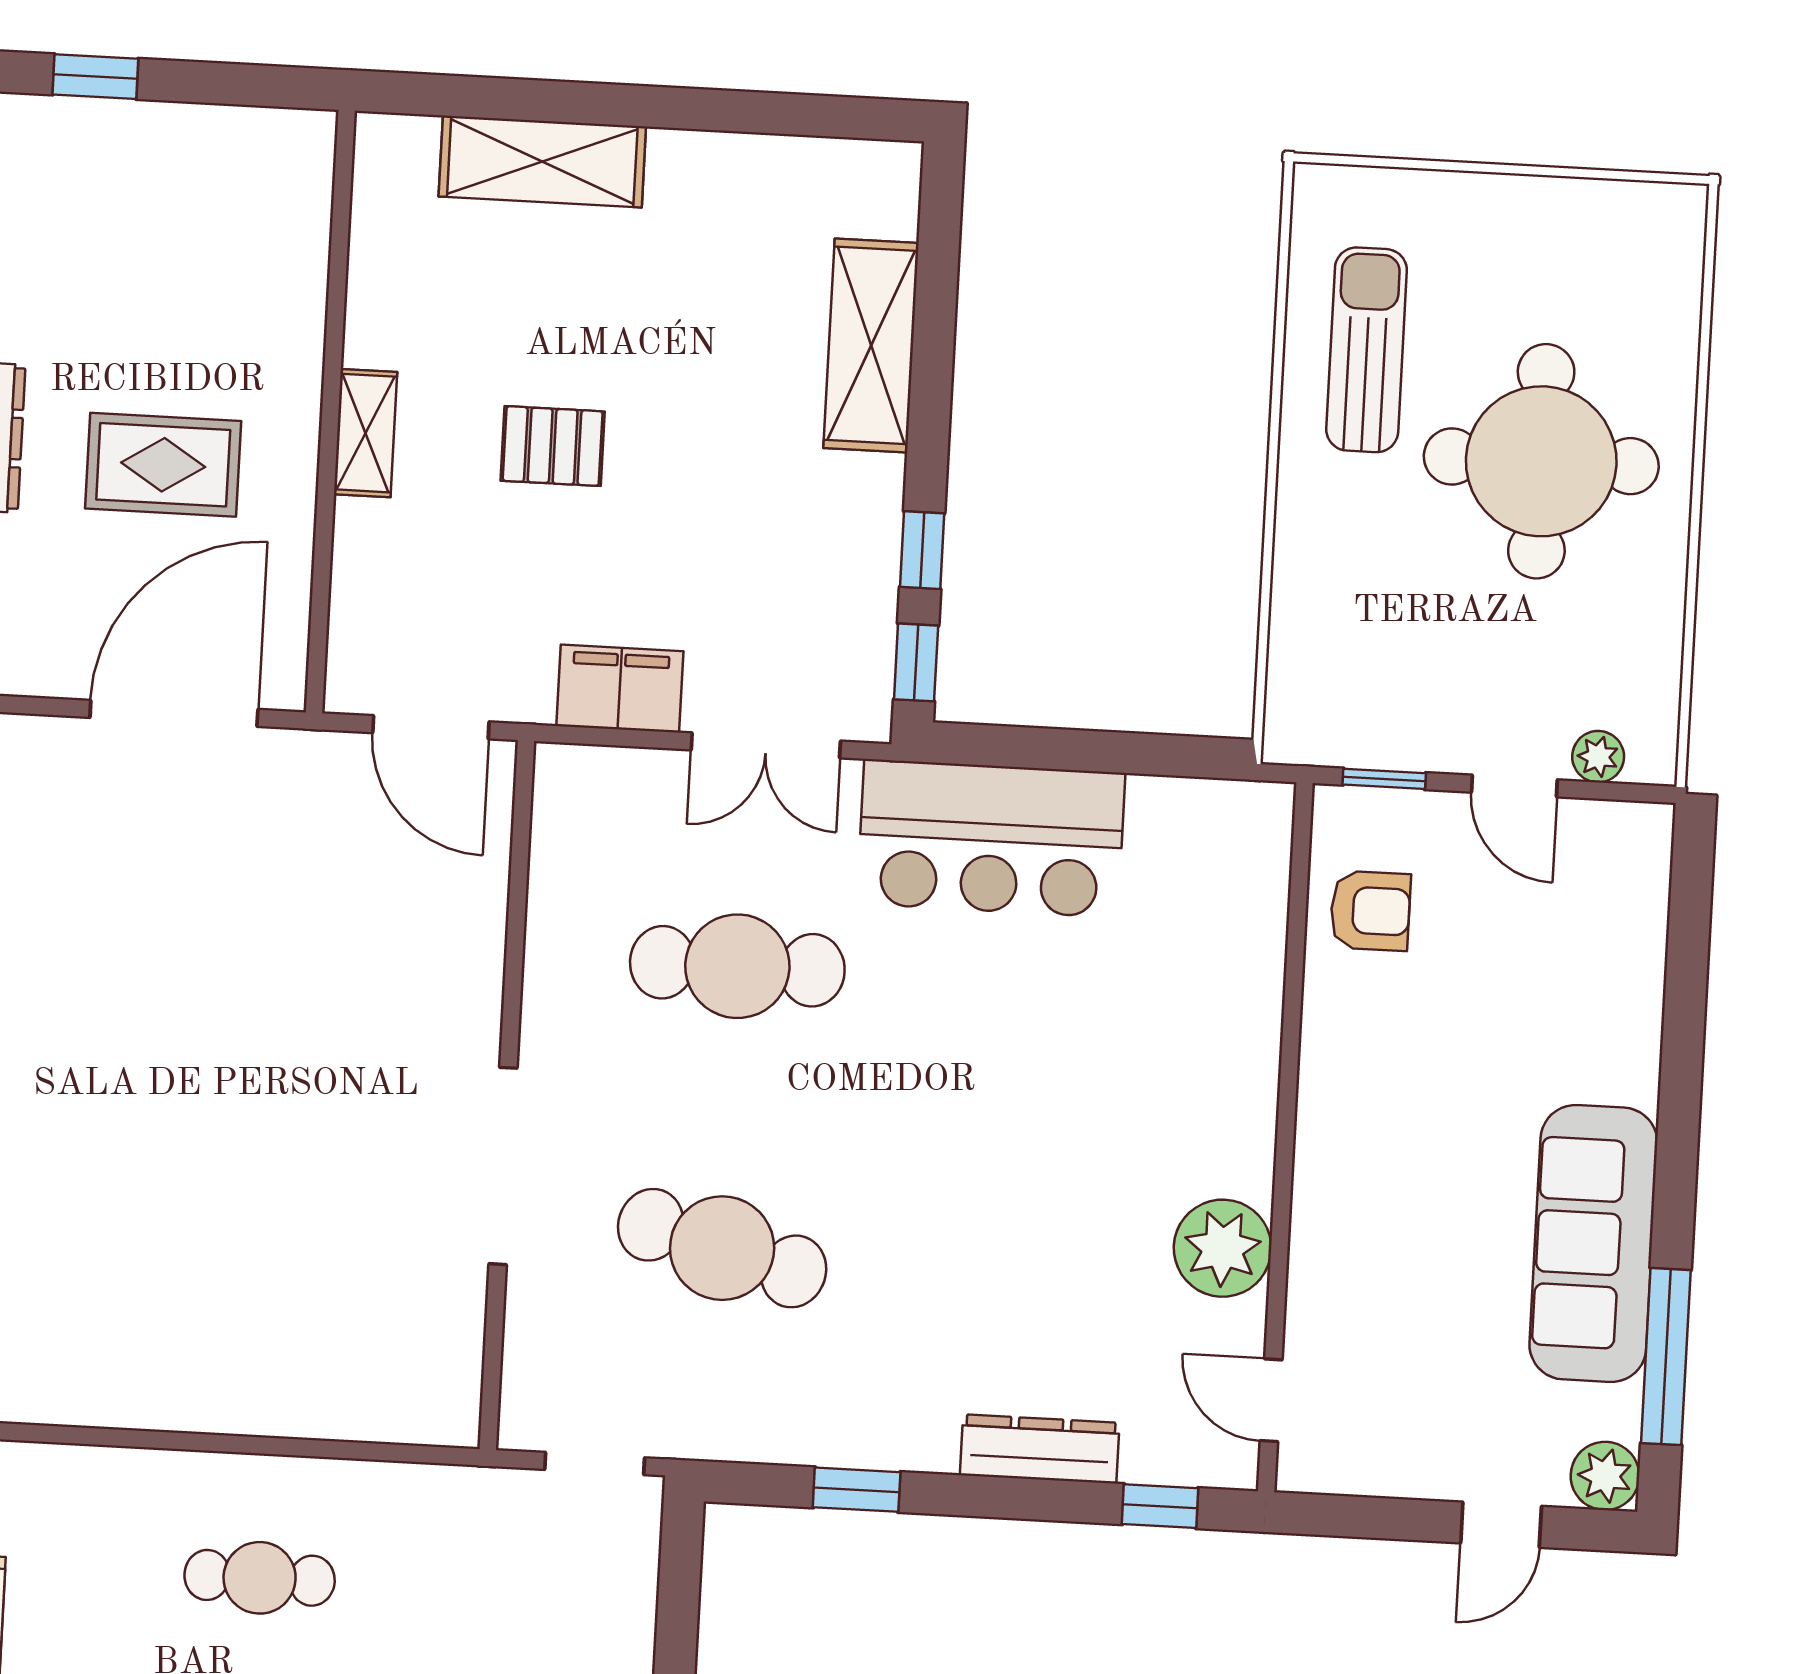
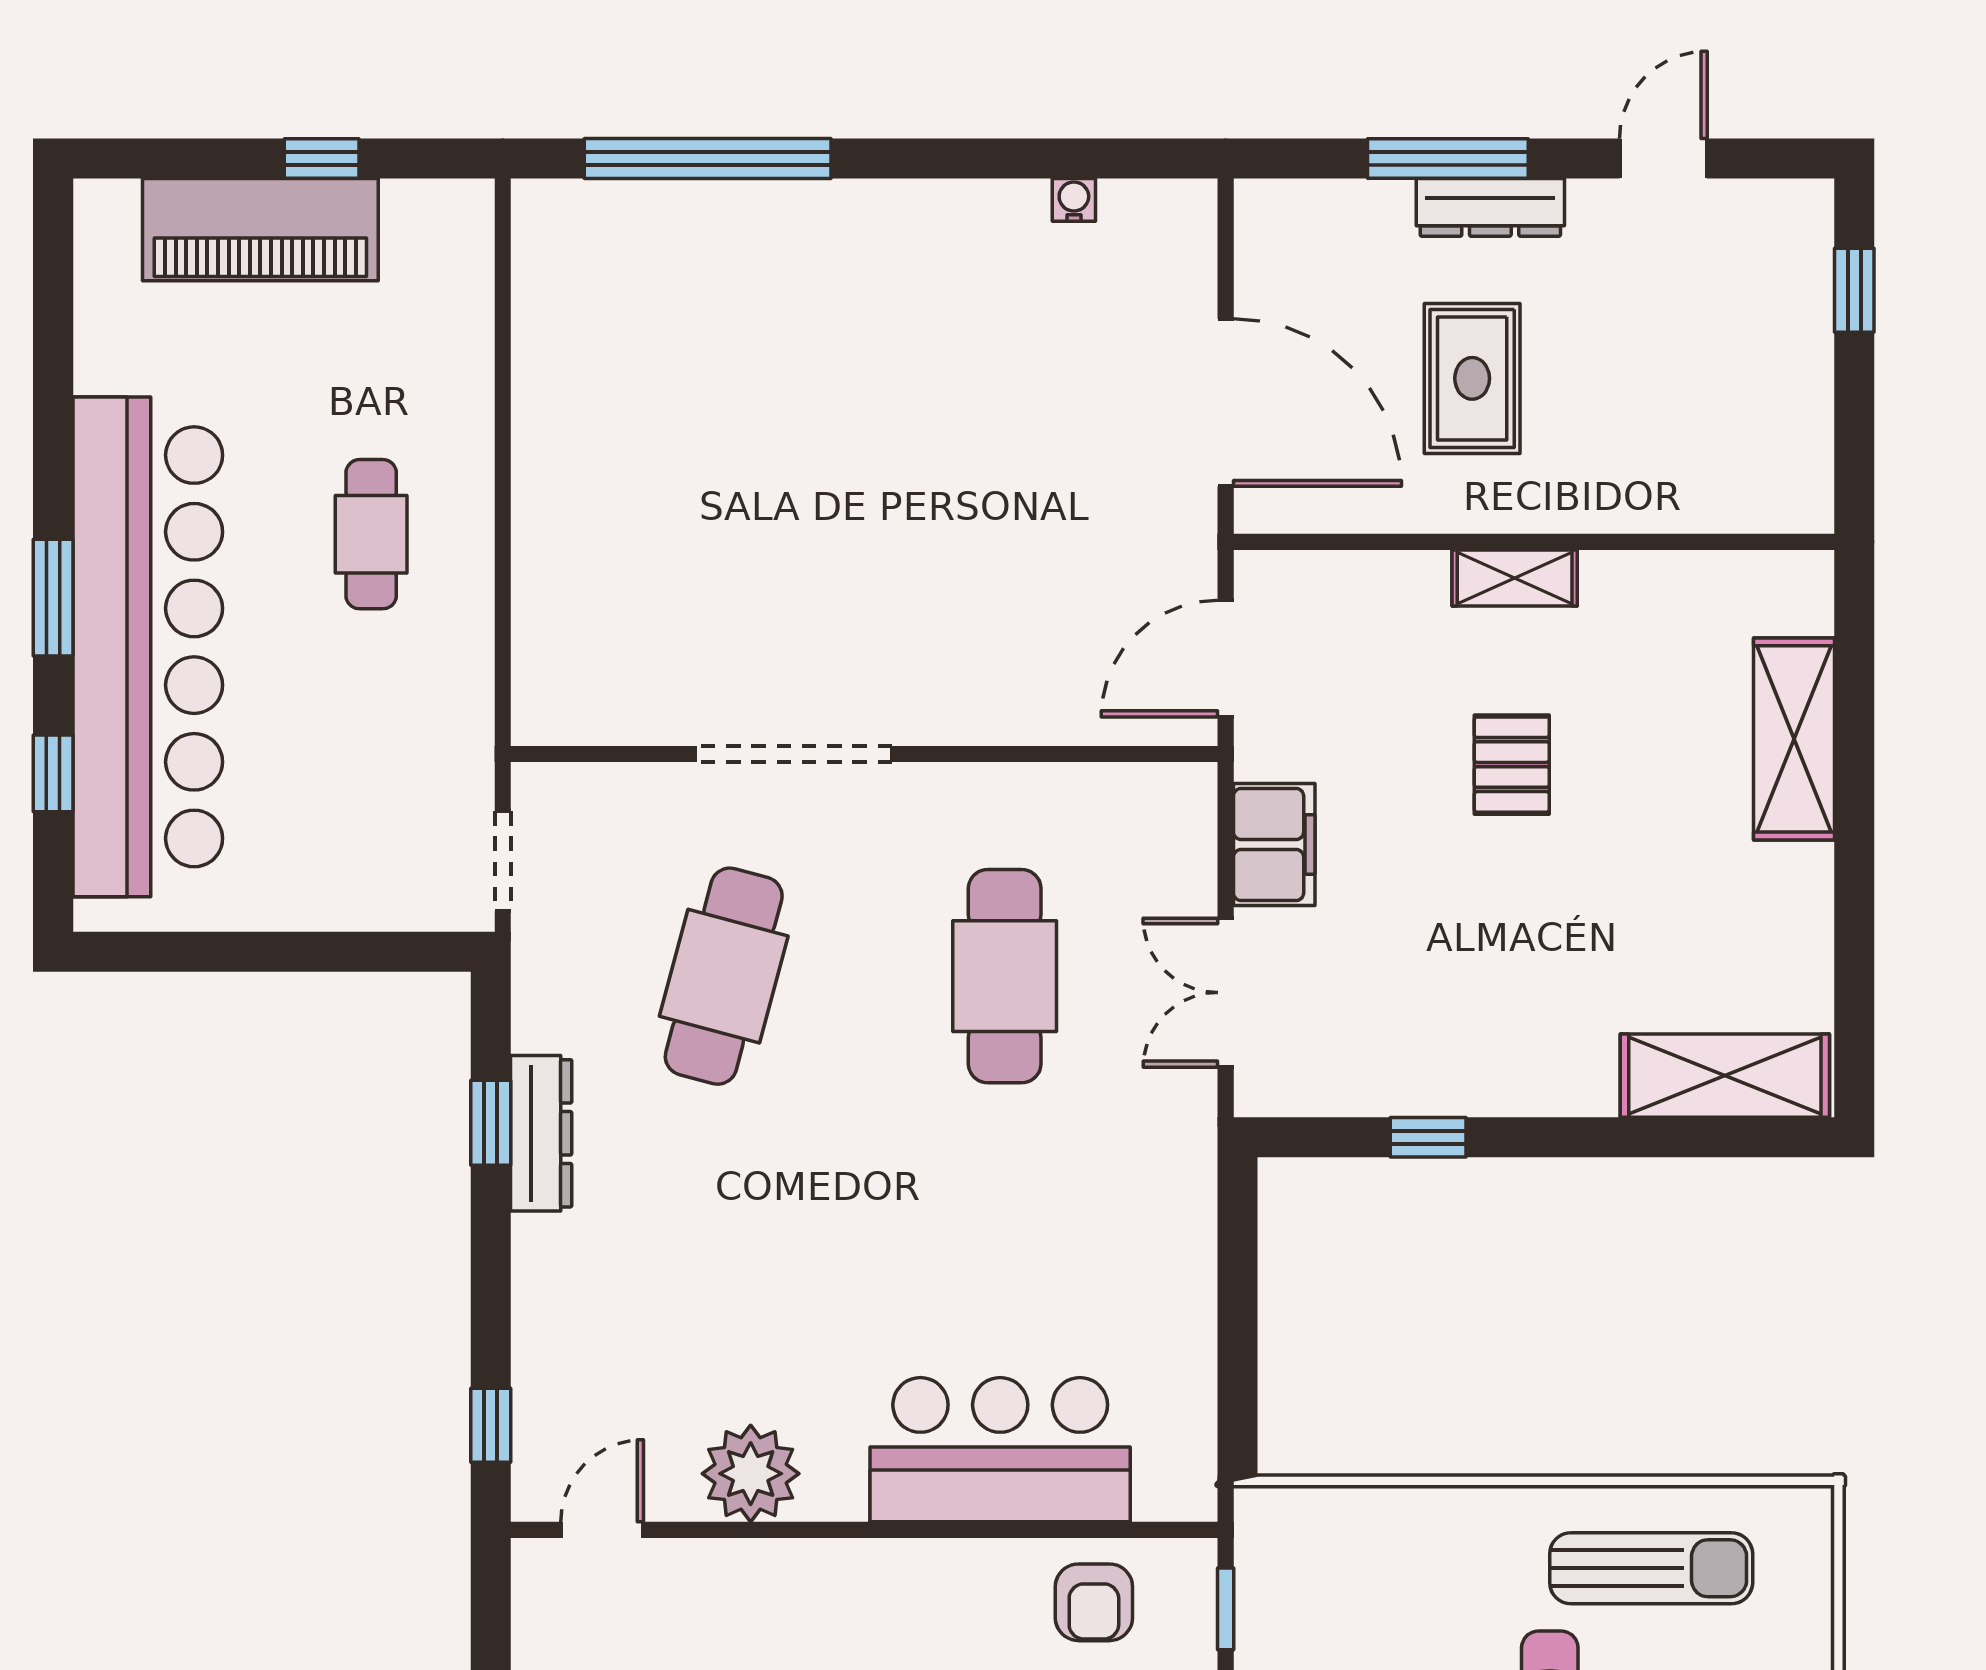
shelving: (871, 345) -> (1725, 1076), moved
window: (916, 662) -> (1316, 1137), removed
bar counter: (991, 838) -> (1000, 1450), moved, turned 90
dresser: (1040, 1449) -> (541, 1133), moved

